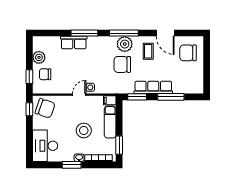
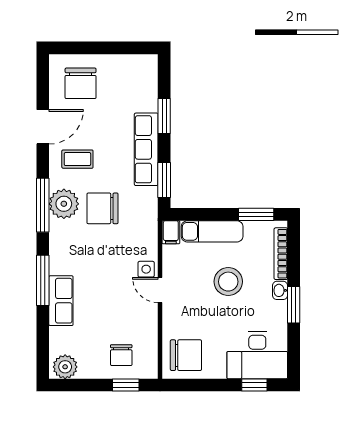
plant: (39, 57) -> (65, 367), moved
chair: (122, 64) -> (103, 208), turned 90
window: (171, 97) -> (164, 116), width x0.69
chair: (45, 108) -> (186, 355), turned 71
window: (29, 109) -> (254, 385), moved

